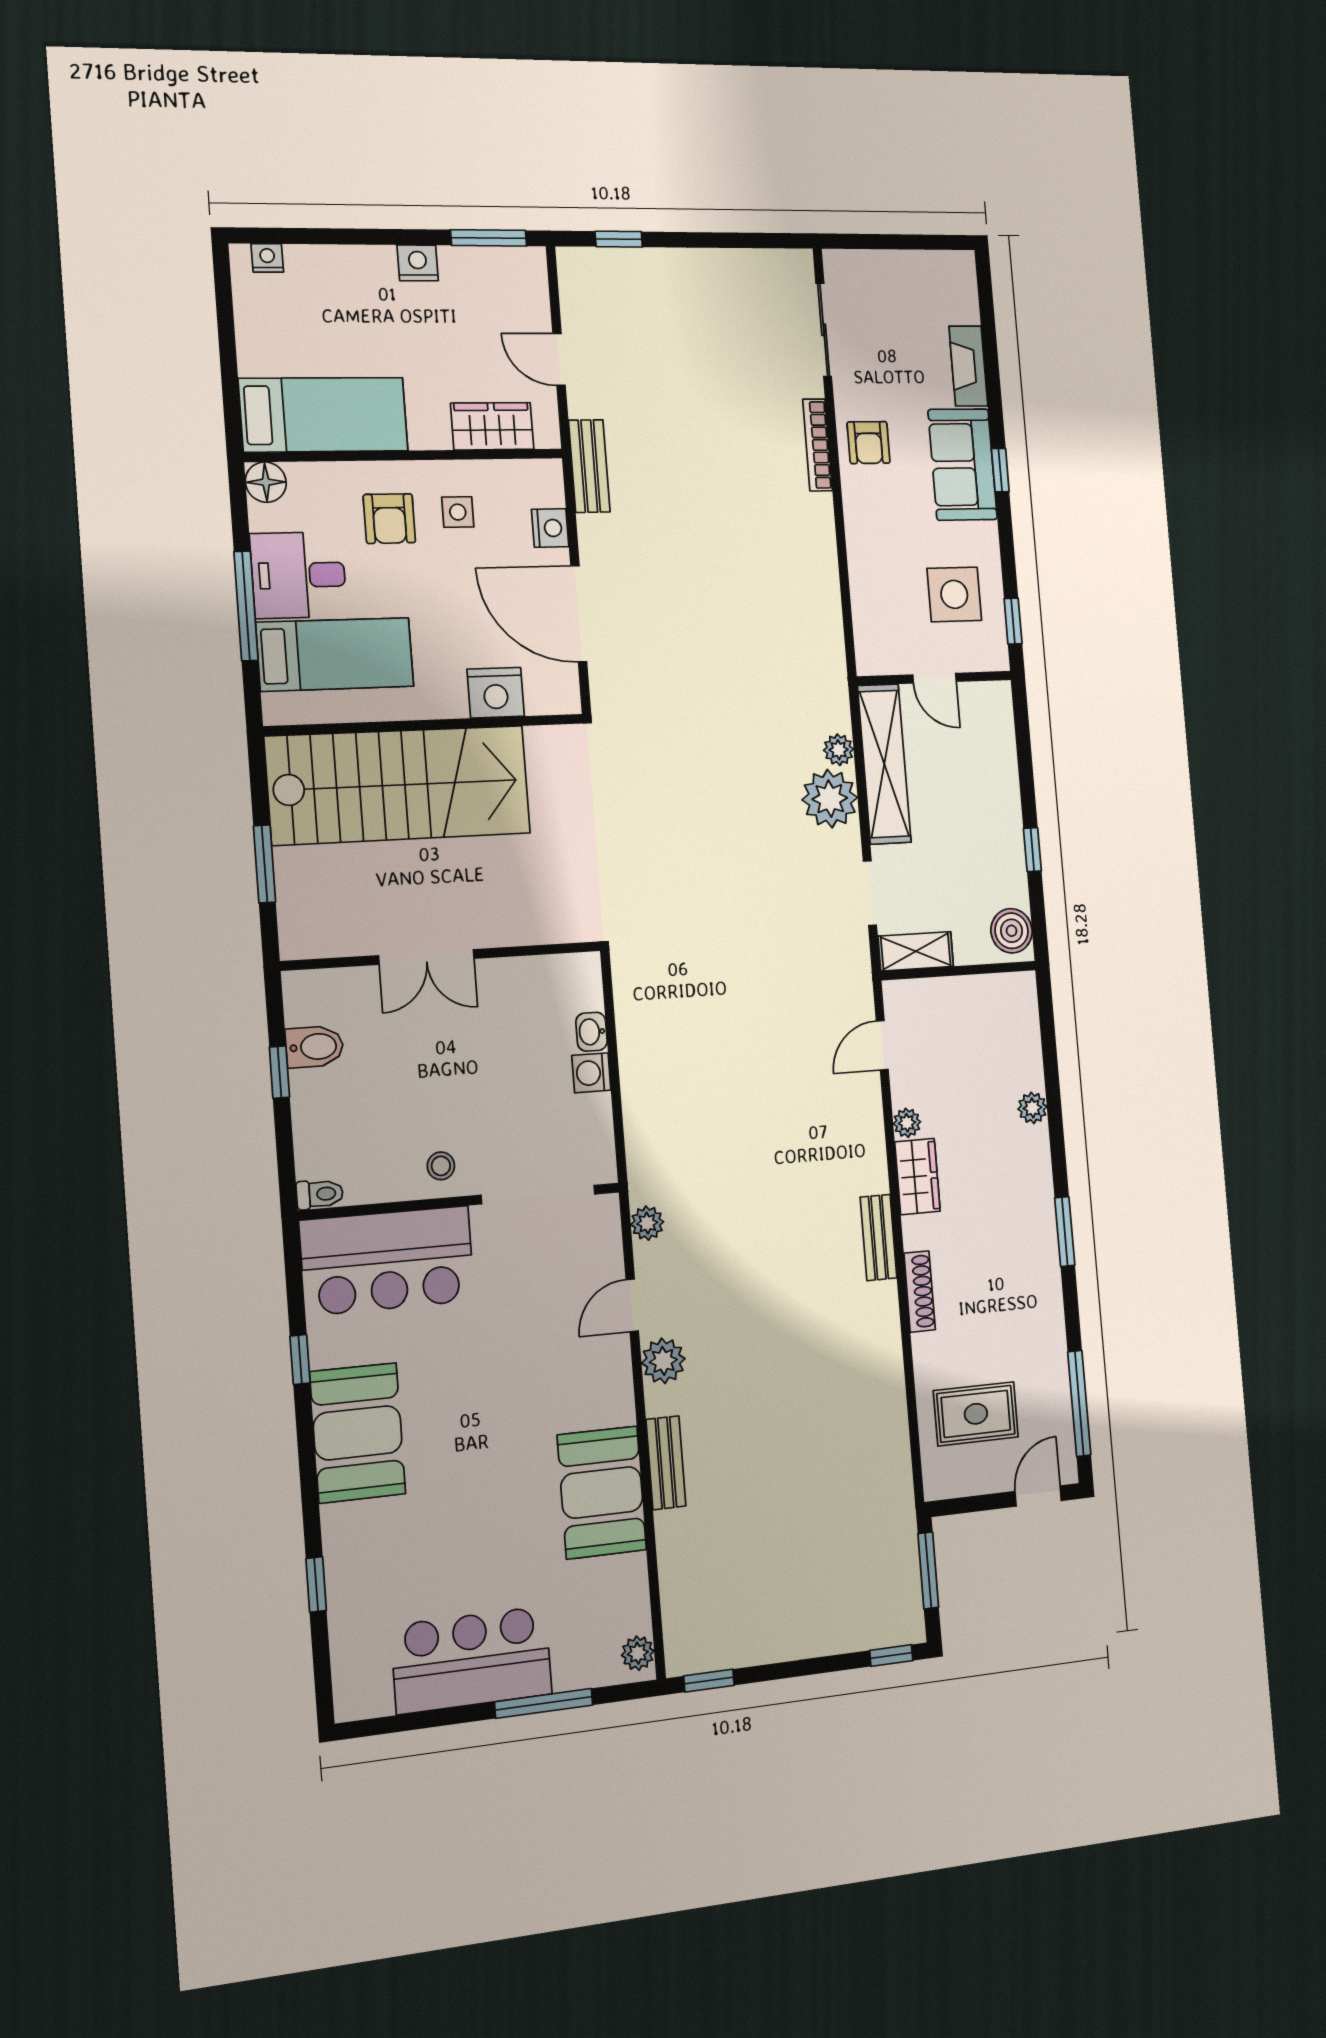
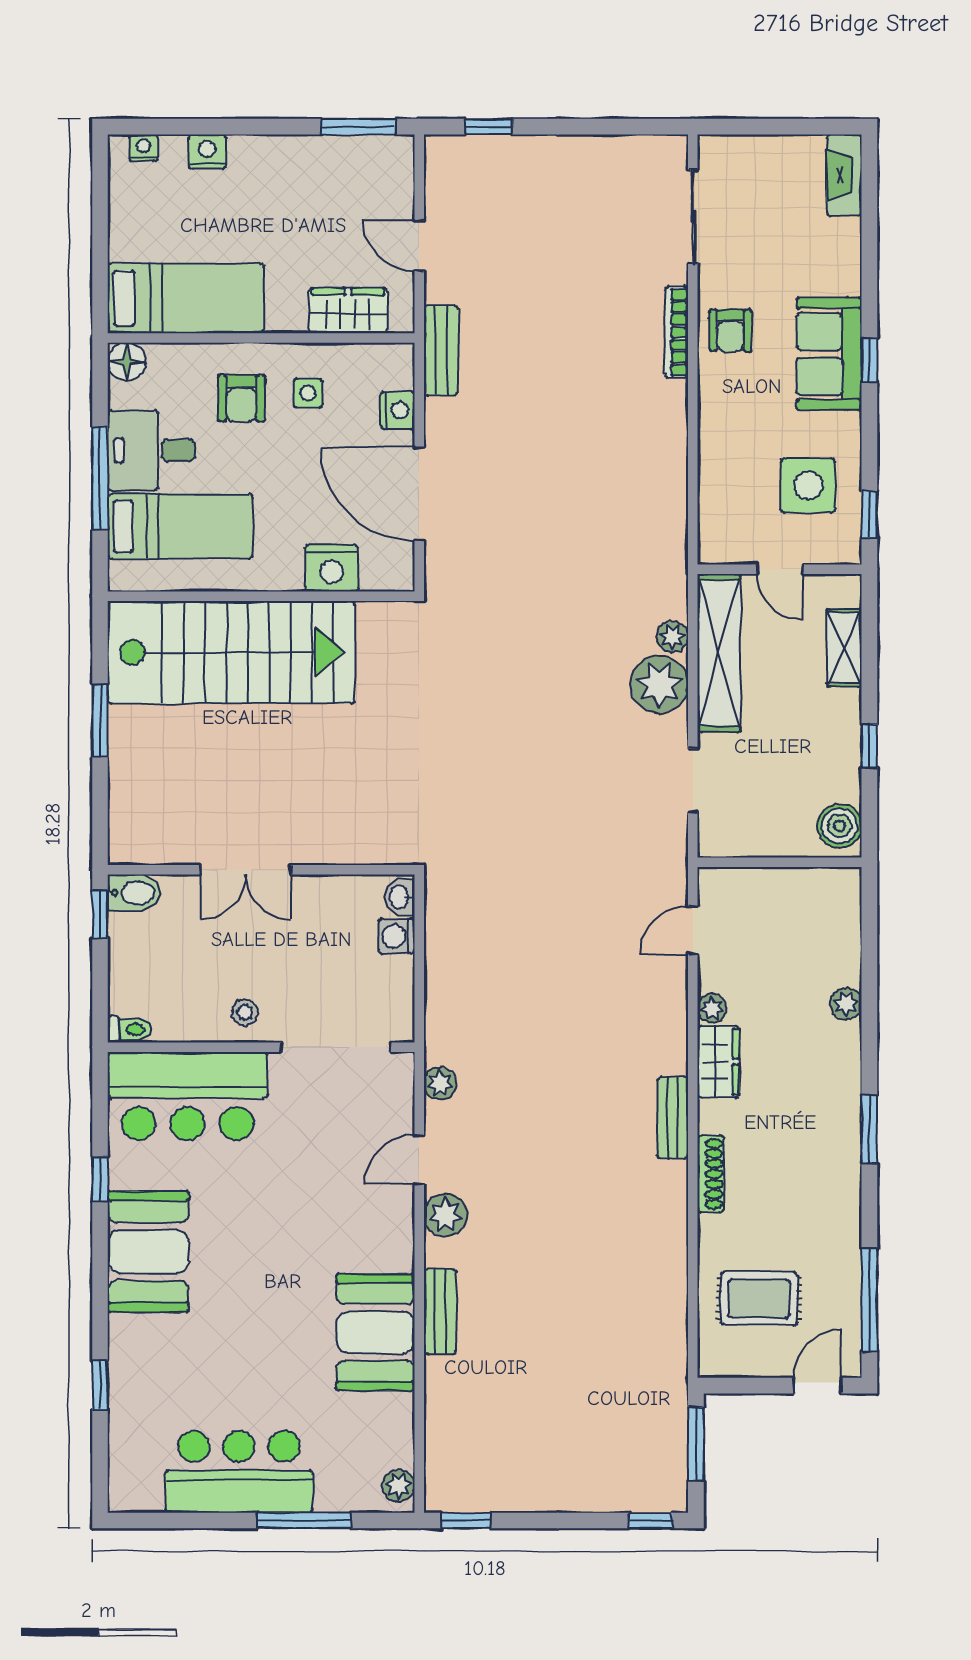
nightstand: (418, 263) -> (207, 152), moved
fireplace: (968, 366) -> (844, 175), moved
shelving: (916, 951) -> (844, 648), moved, turned 90
wall: (443, 956) -> (261, 870), moved
double door: (426, 957) -> (246, 870), moved

